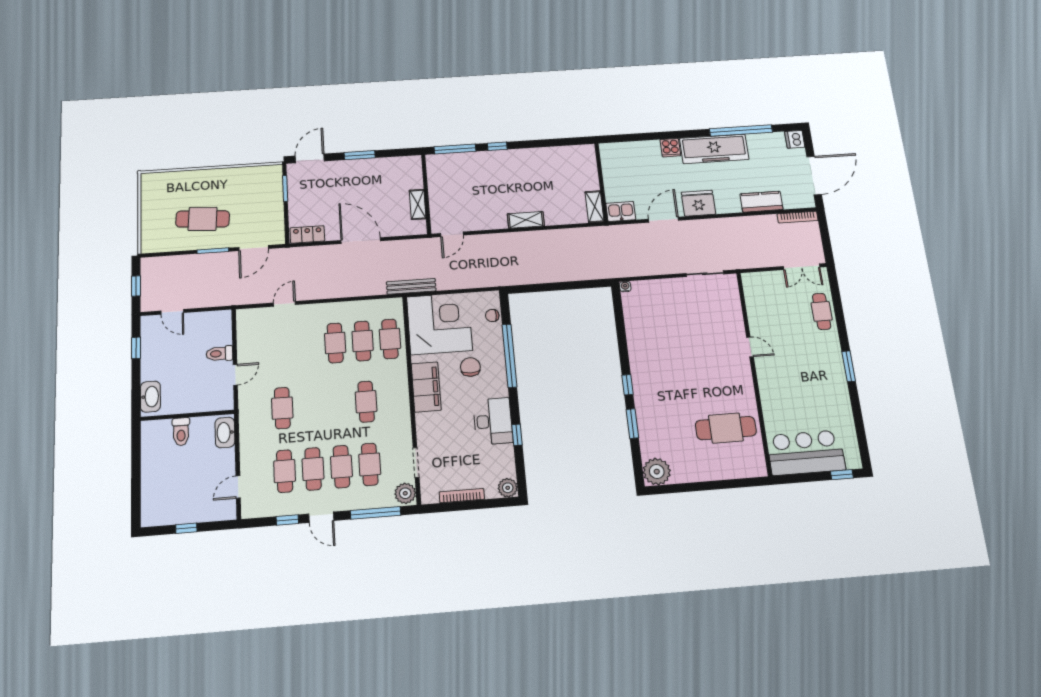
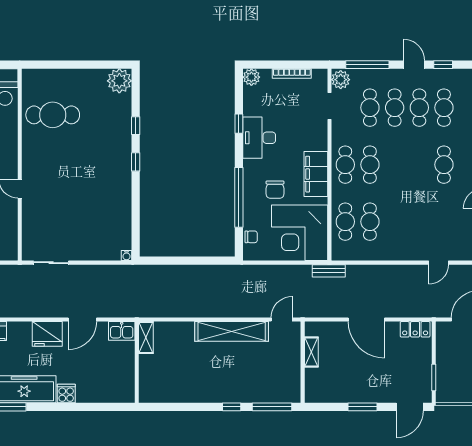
shelving: (526, 220) -> (232, 331), width x2.20, depth x1.33
bench: (411, 286) -> (329, 271), width x0.73
cafe table: (335, 343) -> (345, 165), moved
window: (632, 424) -> (136, 126), width x0.67

